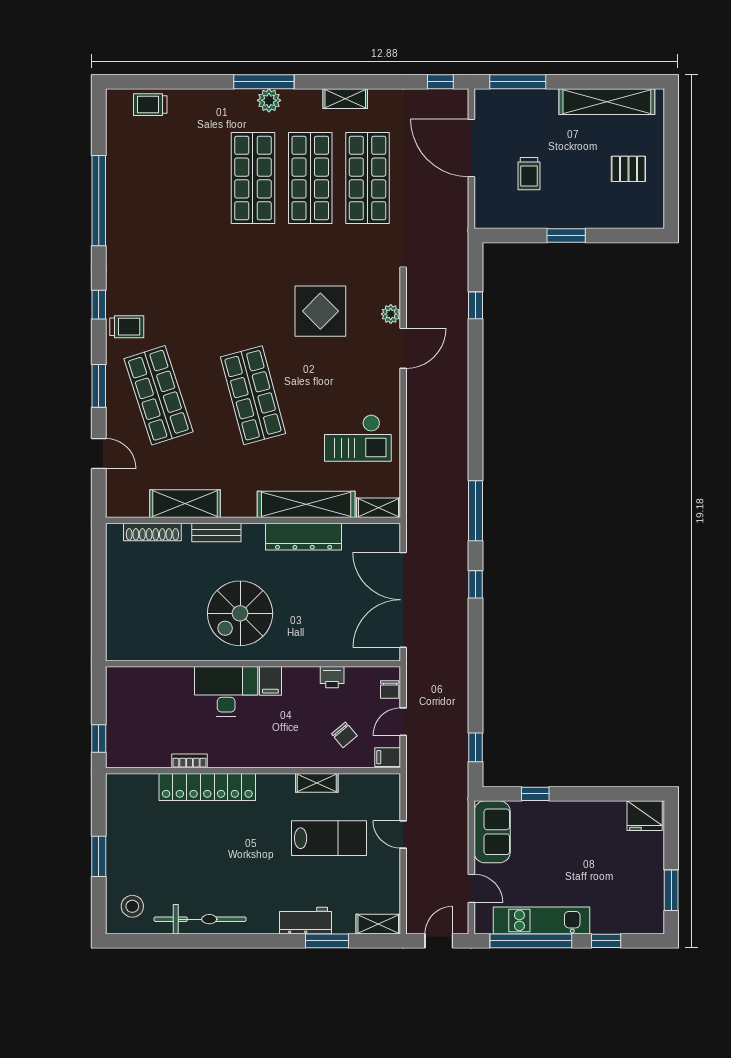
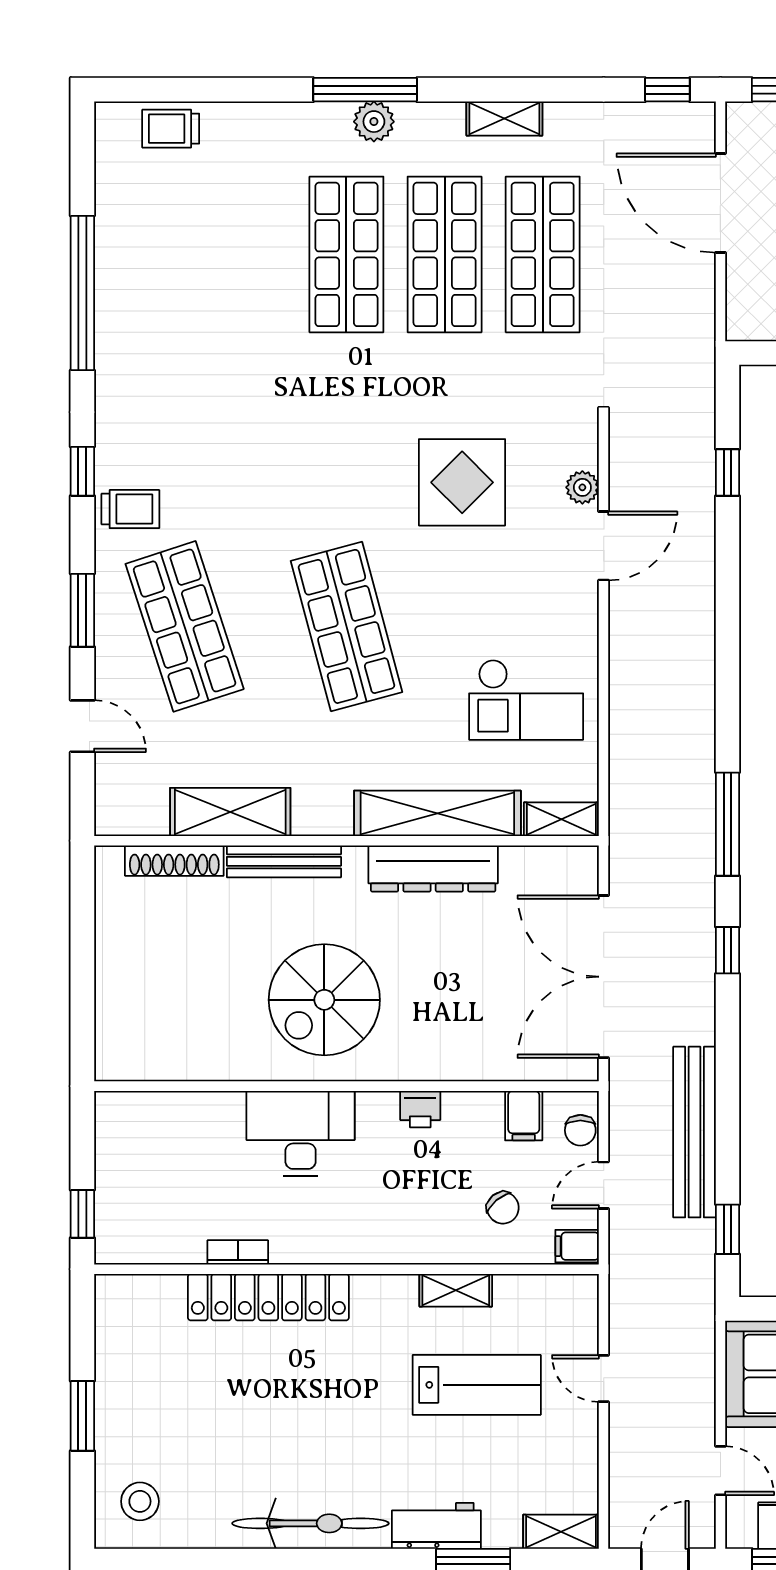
bench: (216, 532) -> (284, 861), width x1.36
printer: (332, 677) -> (420, 1109), moved
filing cabinet: (270, 681) -> (524, 1116), moved
bench: (456, 691) -> (695, 1132), added
bicycle: (200, 919) -> (310, 1523), moved

